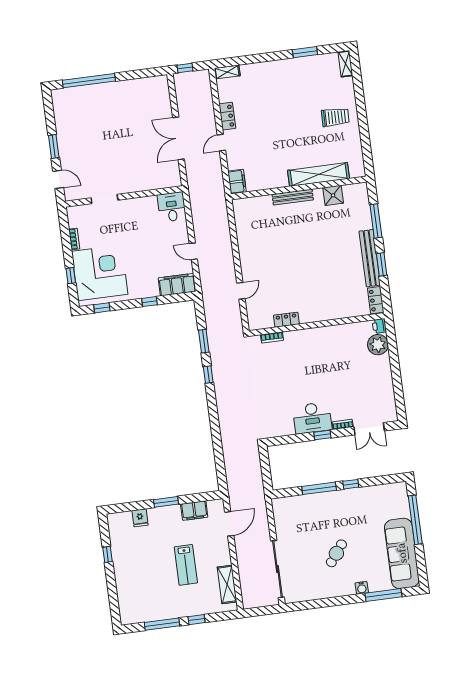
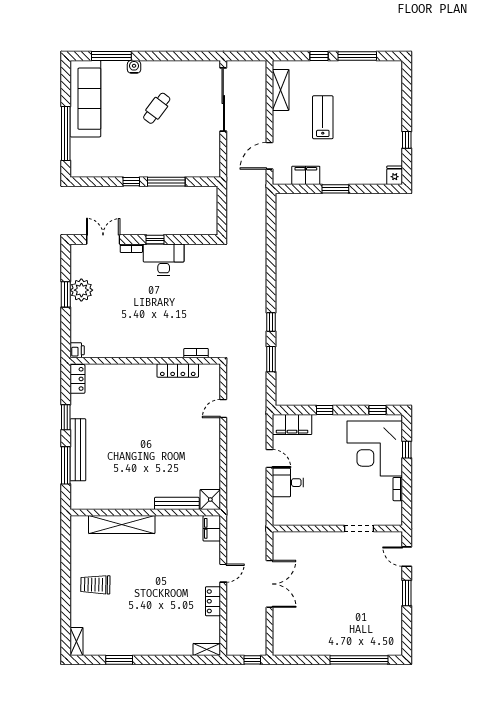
shower: (333, 195) -> (210, 500), moved
bench: (293, 197) -> (177, 503), moved
desk: (172, 207) -> (288, 483), moved, turned 90
bench: (370, 258) -> (78, 450), moved
locker: (286, 320) -> (178, 371), width x1.53
plant: (378, 345) -> (81, 290), moved
window: (396, 375) -> (66, 294), added
fridge: (140, 518) -> (395, 175), moved

